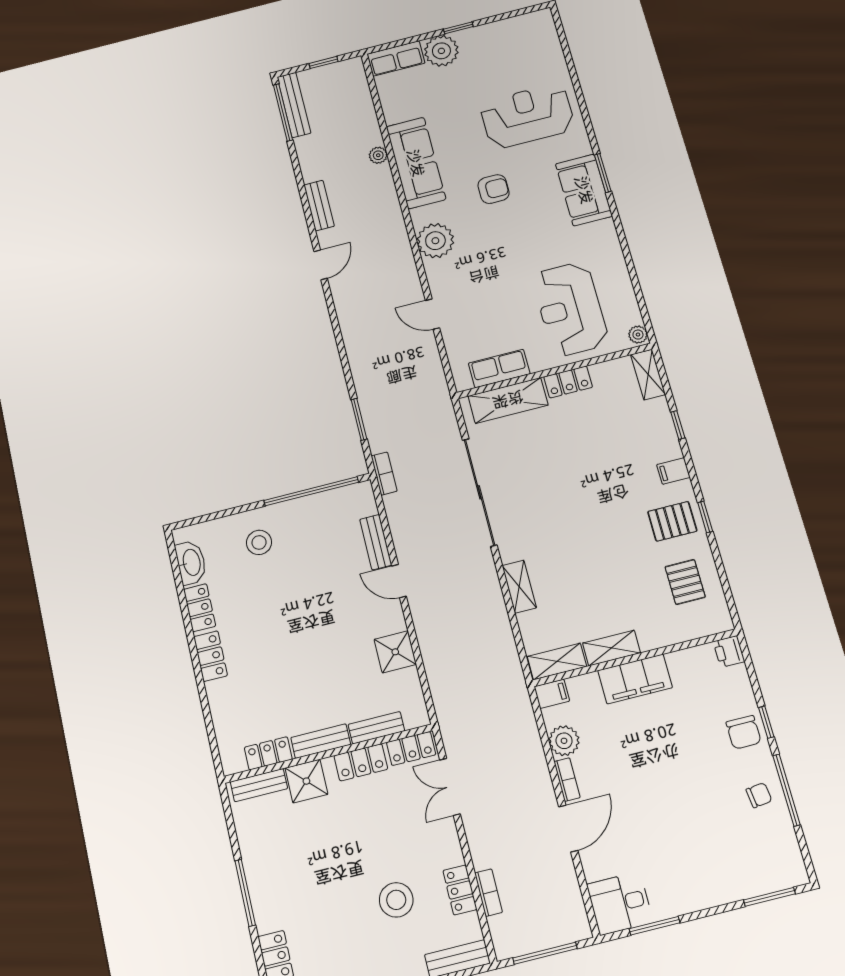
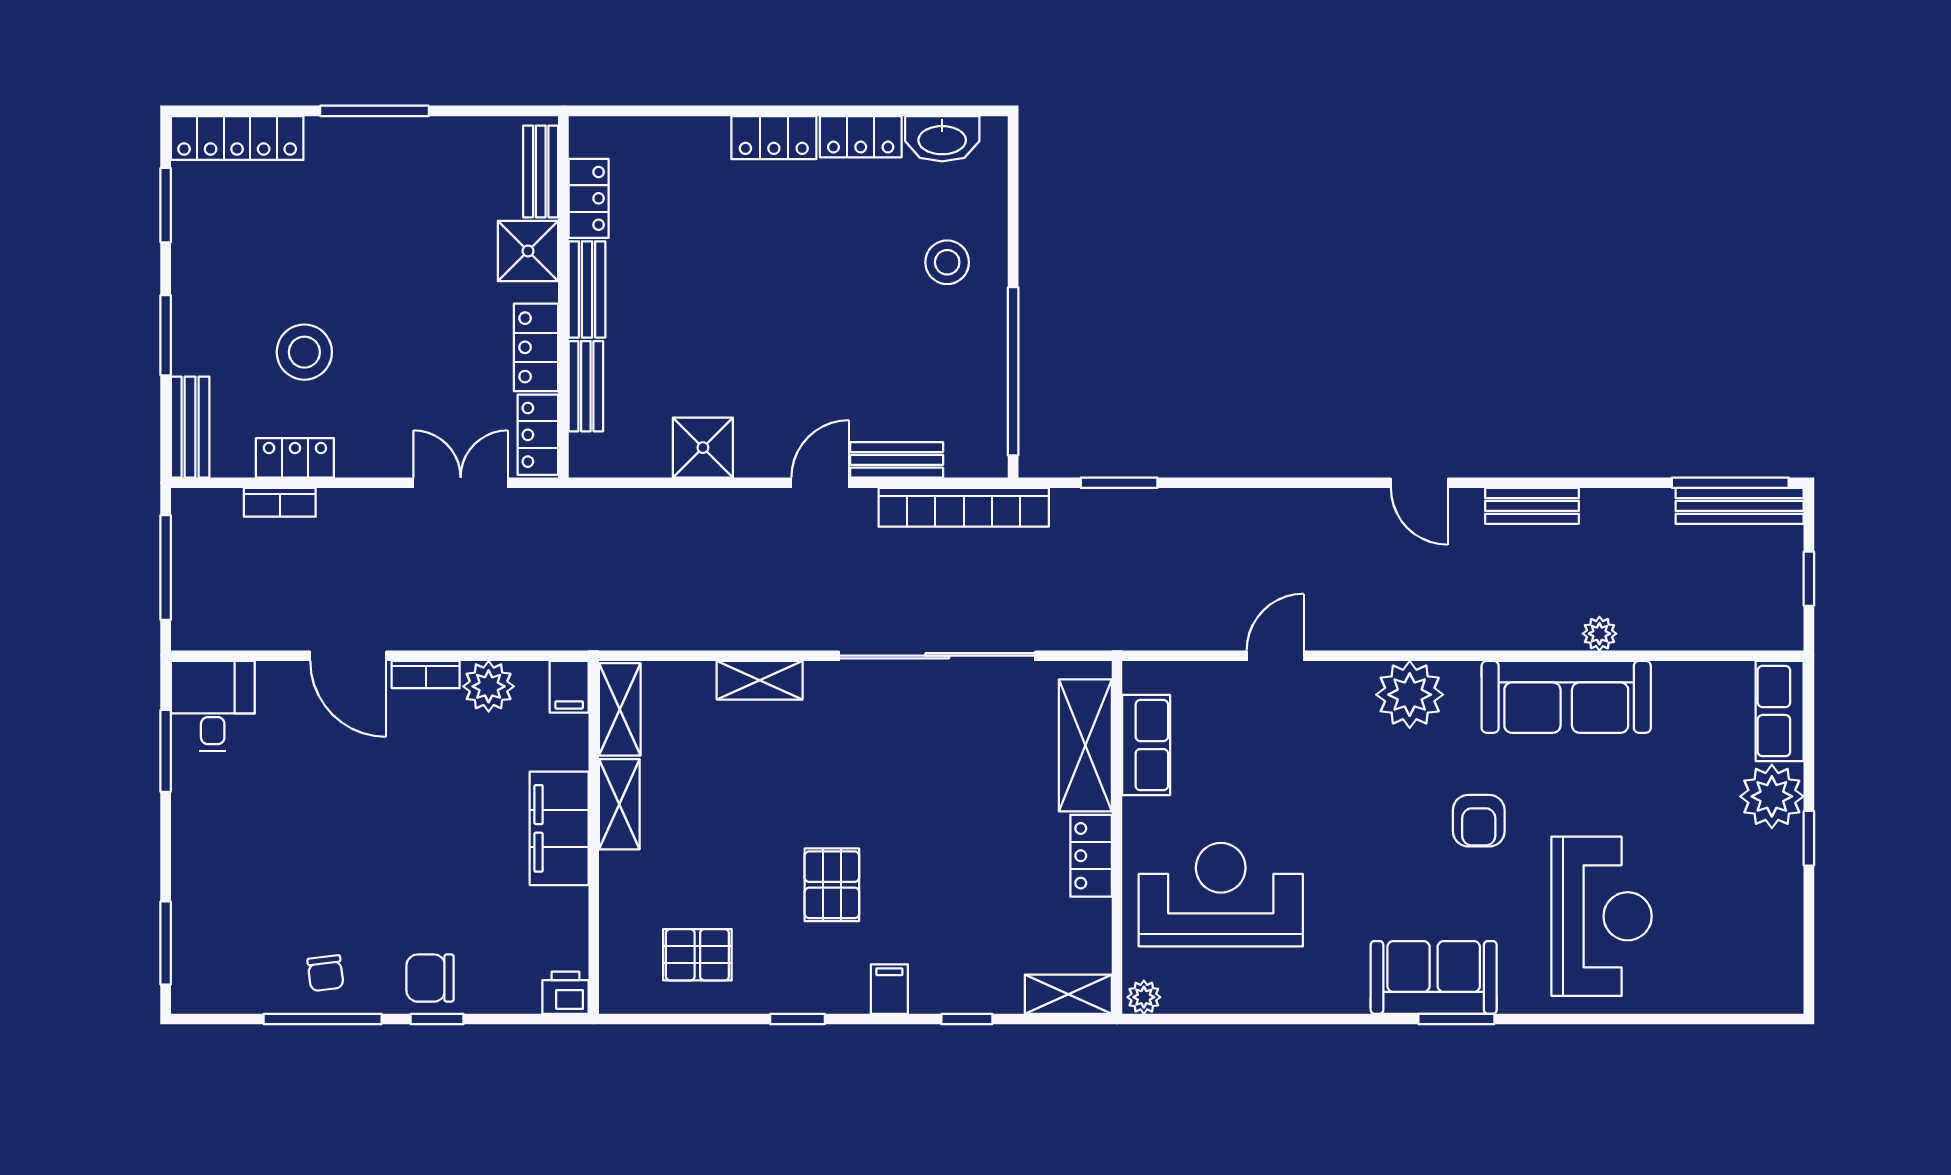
bookcase: (384, 474) -> (964, 507), width x2.31, depth x1.31
pallet: (672, 521) -> (832, 885), moved

